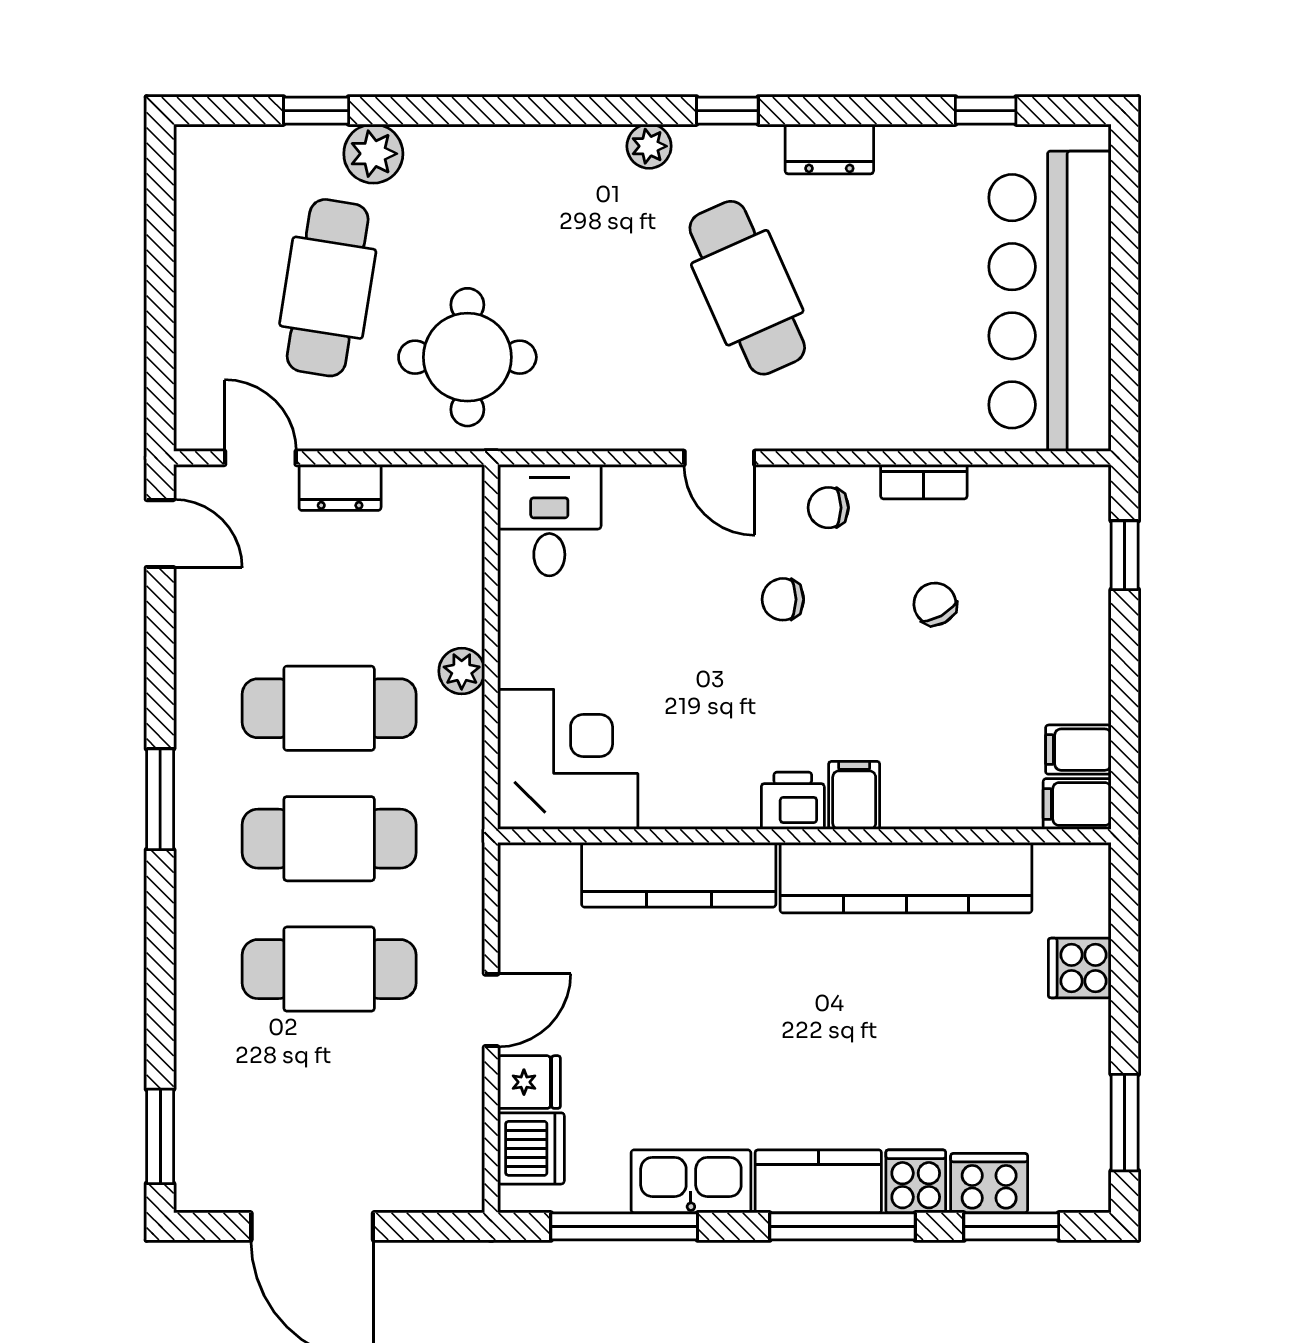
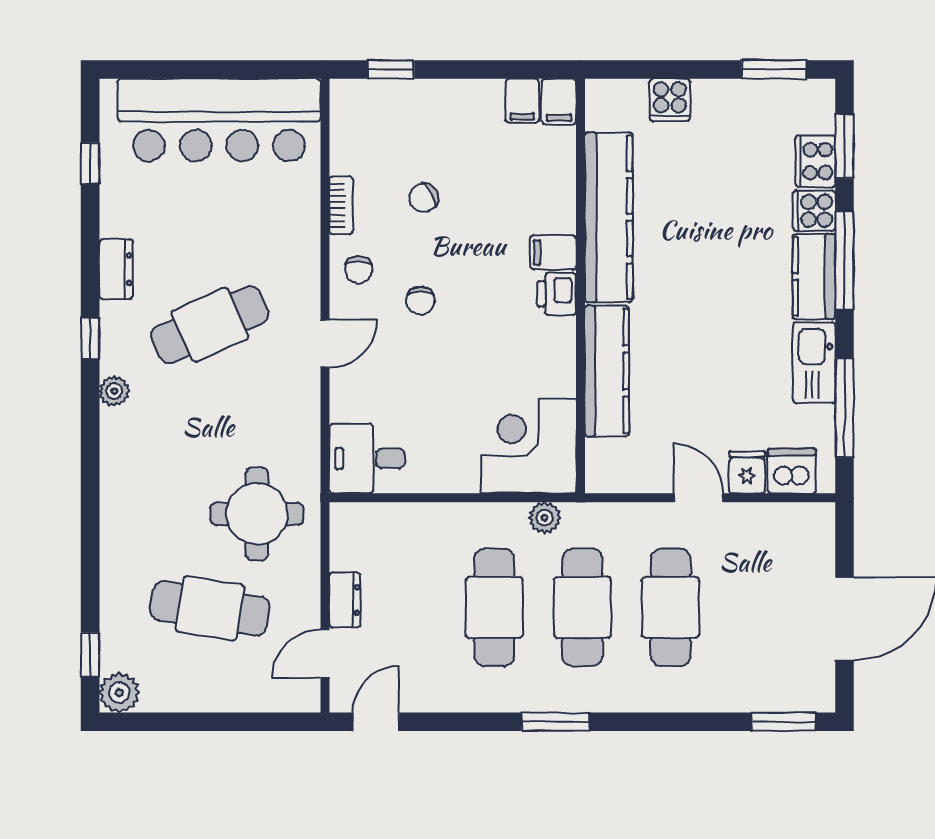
window: (316, 111) -> (90, 655), moved
plant: (373, 154) -> (119, 693), moved
plant: (462, 671) -> (545, 518), moved

